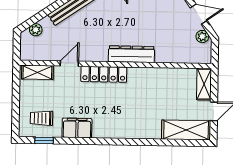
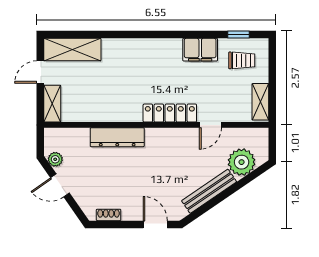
plant: (36, 30) -> (242, 162), width x1.88, depth x1.88
dresser: (131, 54) -> (117, 137), moved
shelving: (37, 72) -> (260, 102), moved, turned 90

